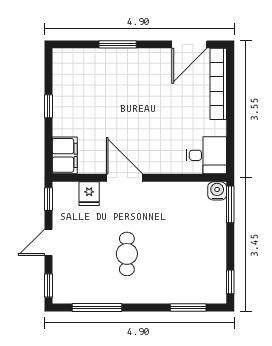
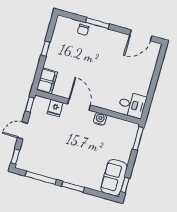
chair: (98, 61) -> (83, 30), added
bookcase: (218, 84) -> (151, 64), removed
water cooler: (217, 191) -> (100, 119), moved
cafe table: (127, 254) -> (68, 151), removed
sofa: (210, 275) -> (114, 178), added
window: (188, 307) -> (73, 187), moved

